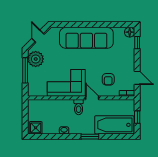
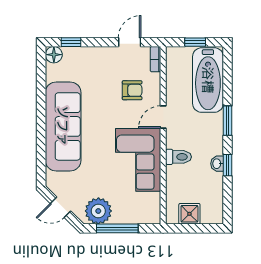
toilet: (79, 107) -> (178, 157), moved
shower: (36, 128) -> (189, 214), moved
window: (63, 137) -> (228, 165), added

